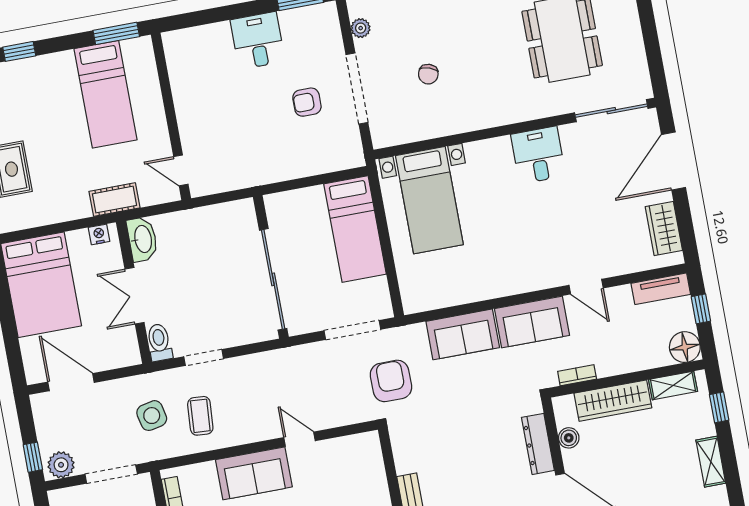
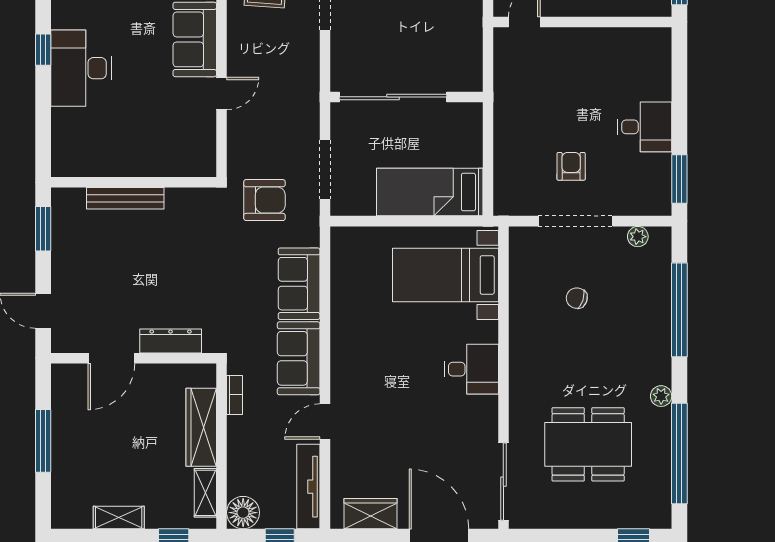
desk: (538, 155) -> (471, 369), moved
tv unit: (661, 289) -> (308, 487), width x1.41
boiler: (569, 438) -> (171, 374), removed

